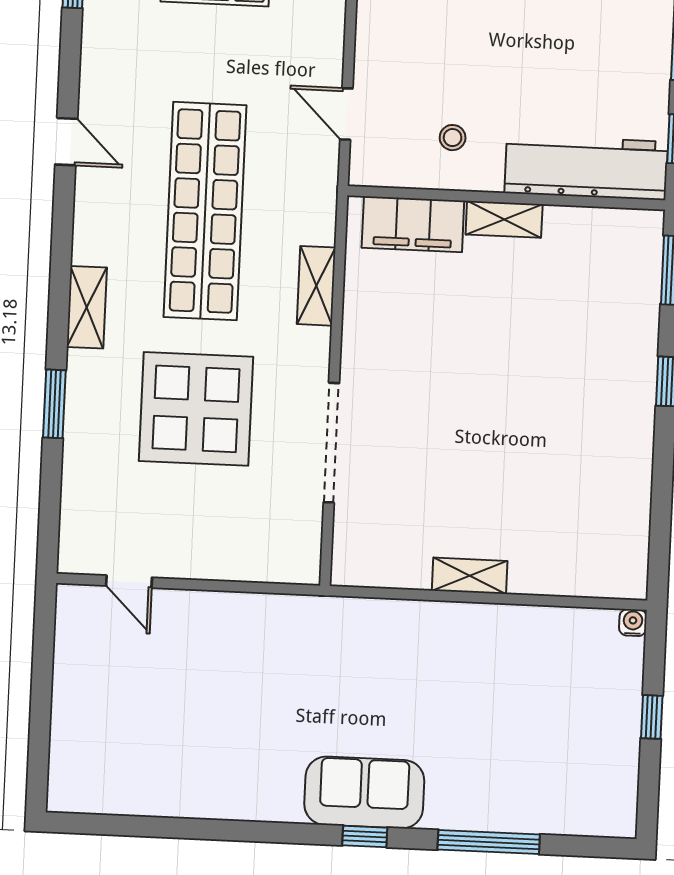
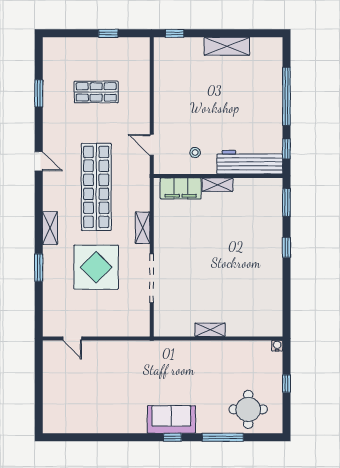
shelving: (316, 286) -> (143, 228), moved
round table: (555, 776) -> (248, 409), added

